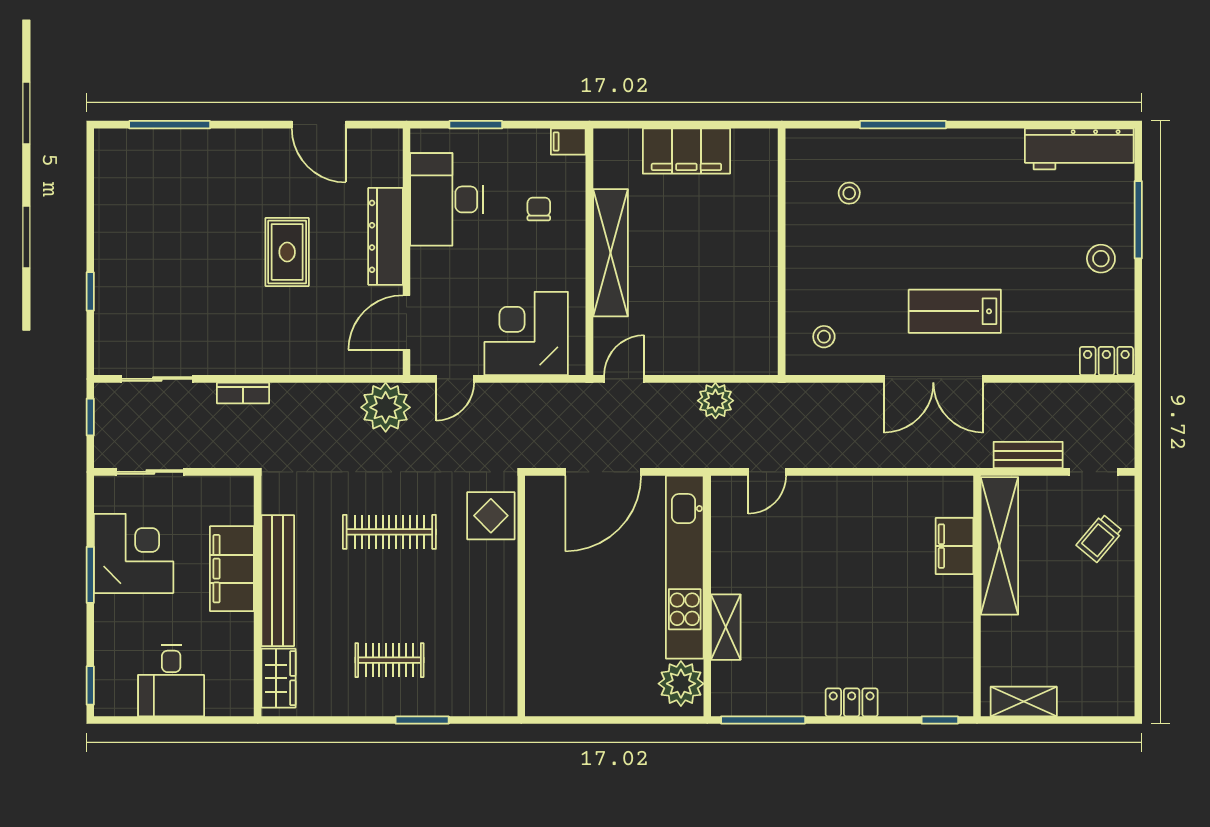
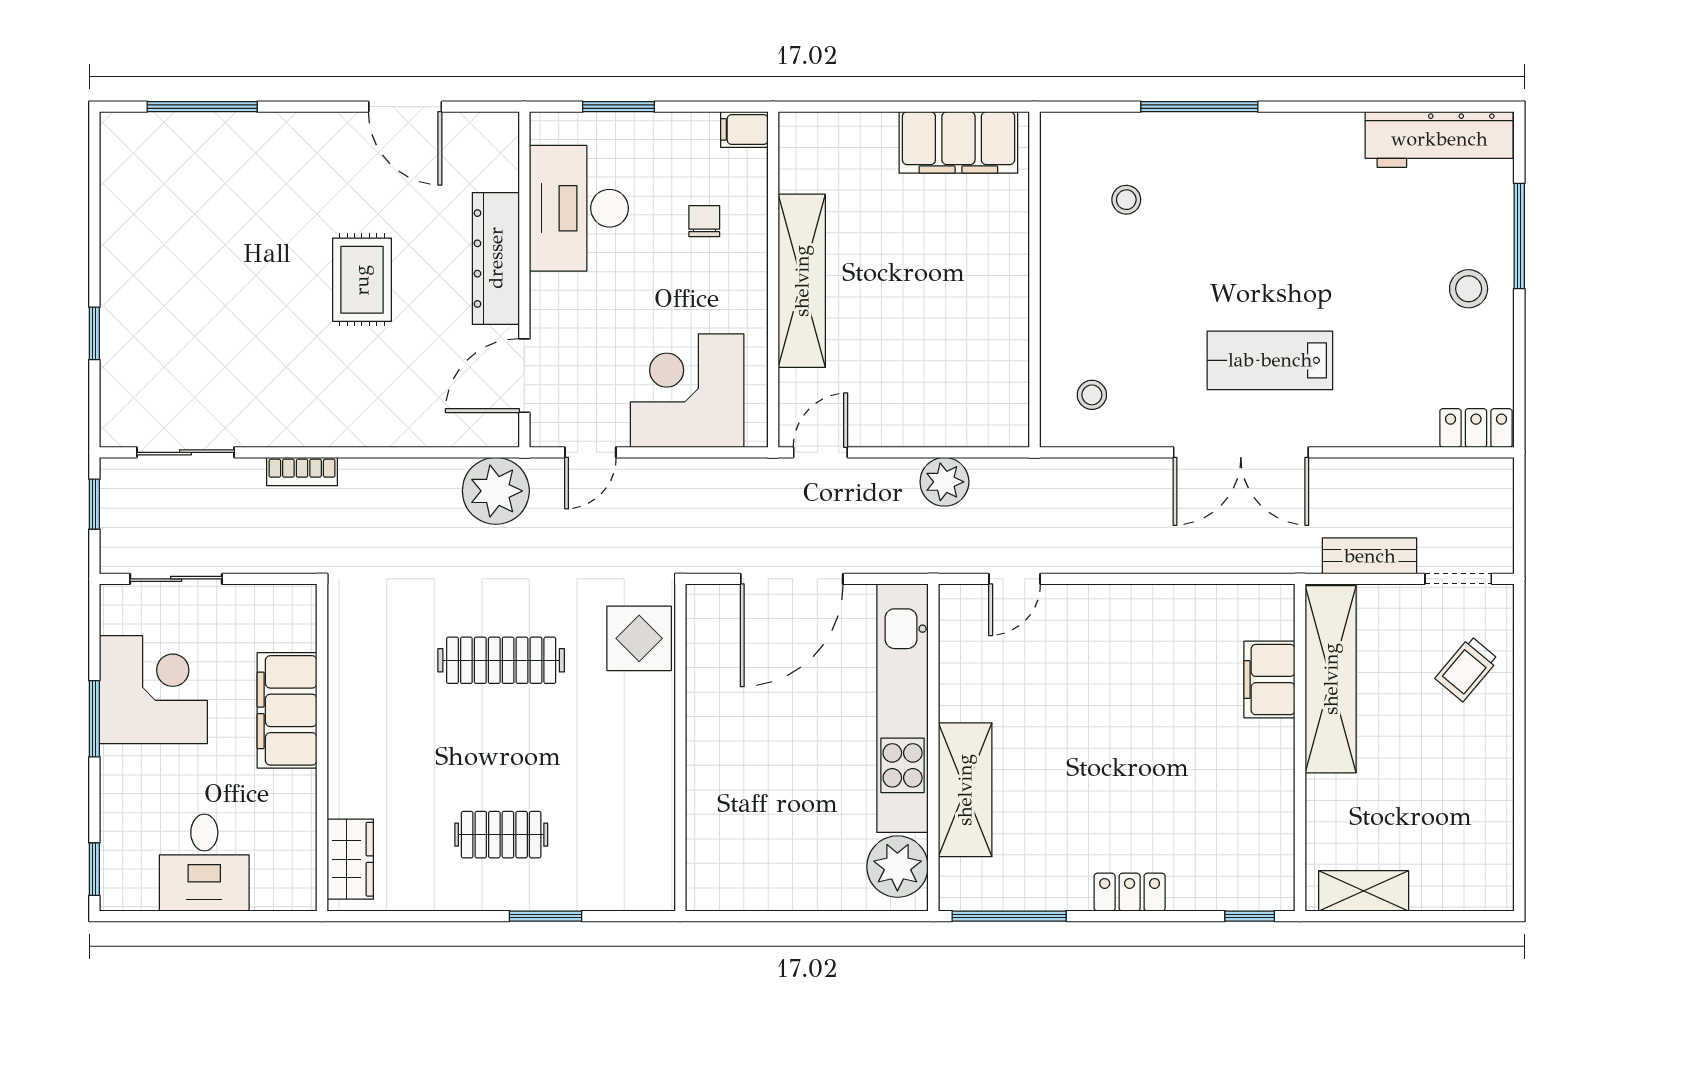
filing cabinet: (686, 151) -> (958, 142), moved
bench: (278, 581) -> (349, 727), removed
shelving: (726, 627) -> (965, 790), width x1.50, depth x1.33

